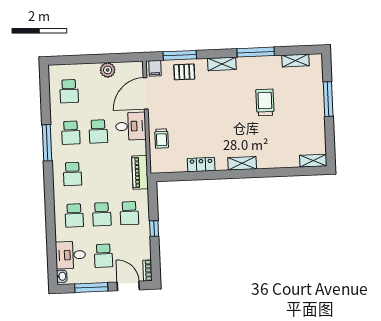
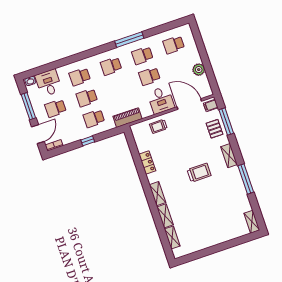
shelving: (296, 61) -> (252, 222), moved
window: (328, 99) -> (226, 245), removed
trolley: (265, 102) -> (199, 173), moved
shelving: (313, 161) -> (172, 237), moved
shelving: (271, 162) -> (165, 216), added

